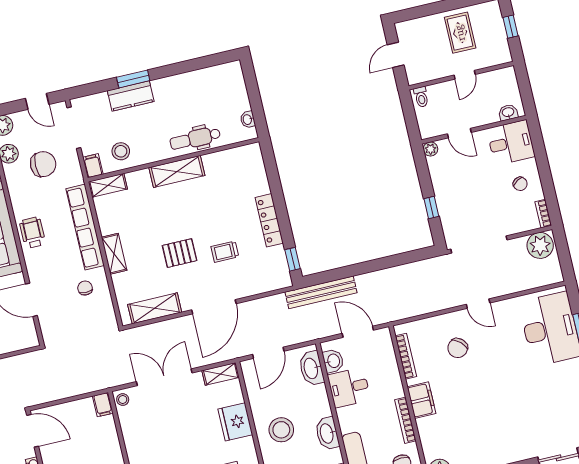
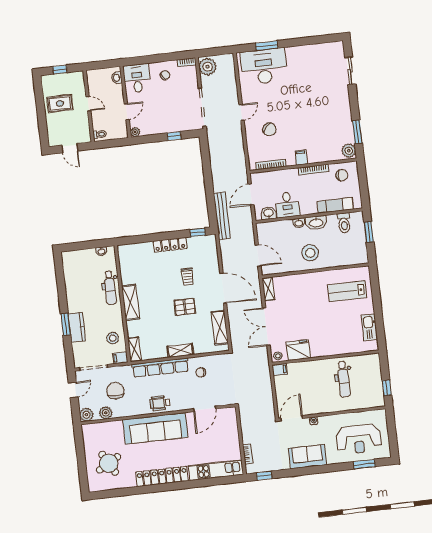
pallet: (180, 253) -> (185, 307), turned 90
washbasin: (311, 368) -> (299, 223), moved, width x0.52, depth x0.69
filing cabinet: (421, 400) -> (301, 157), width x0.50
fridge: (235, 422) -> (298, 350), moved, turned 180

